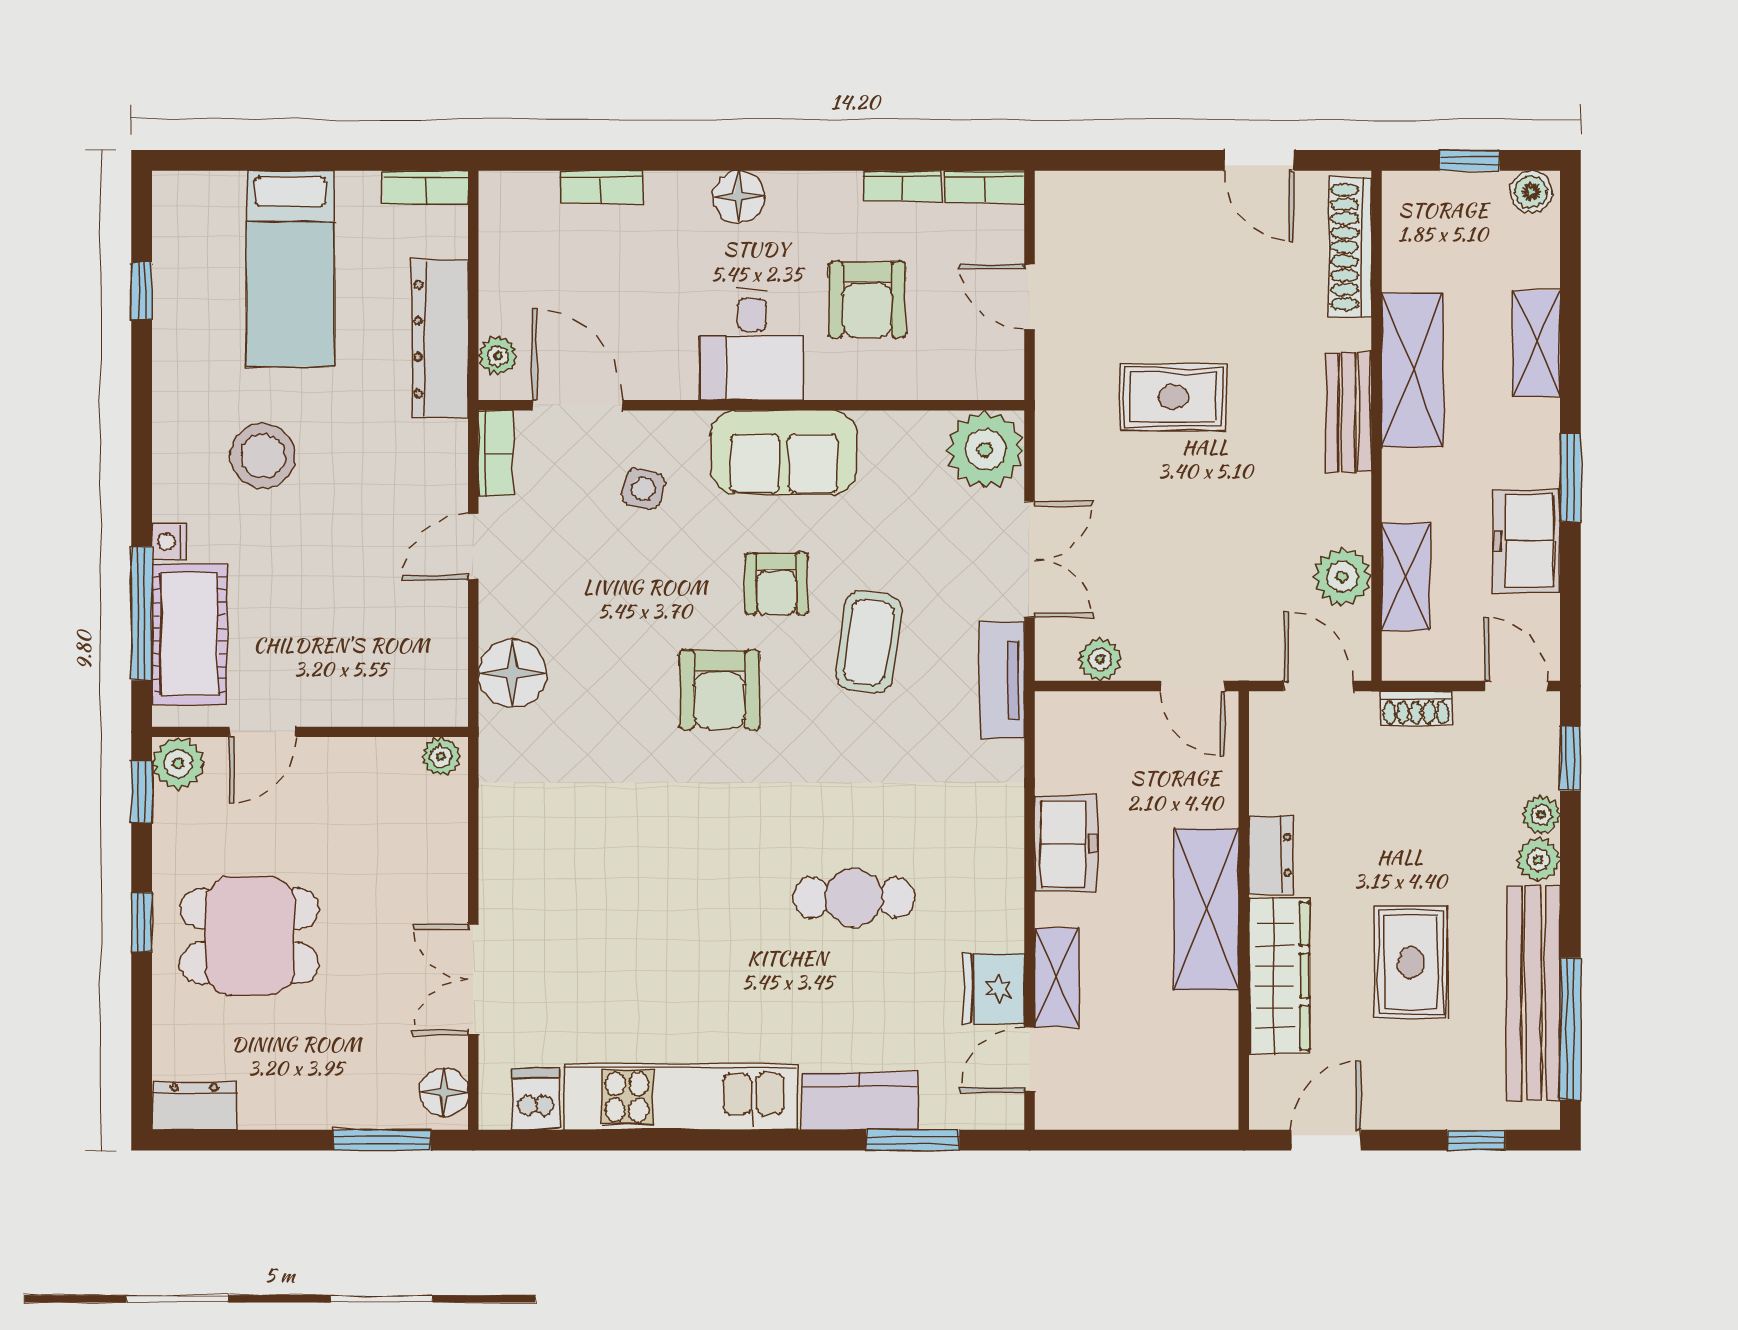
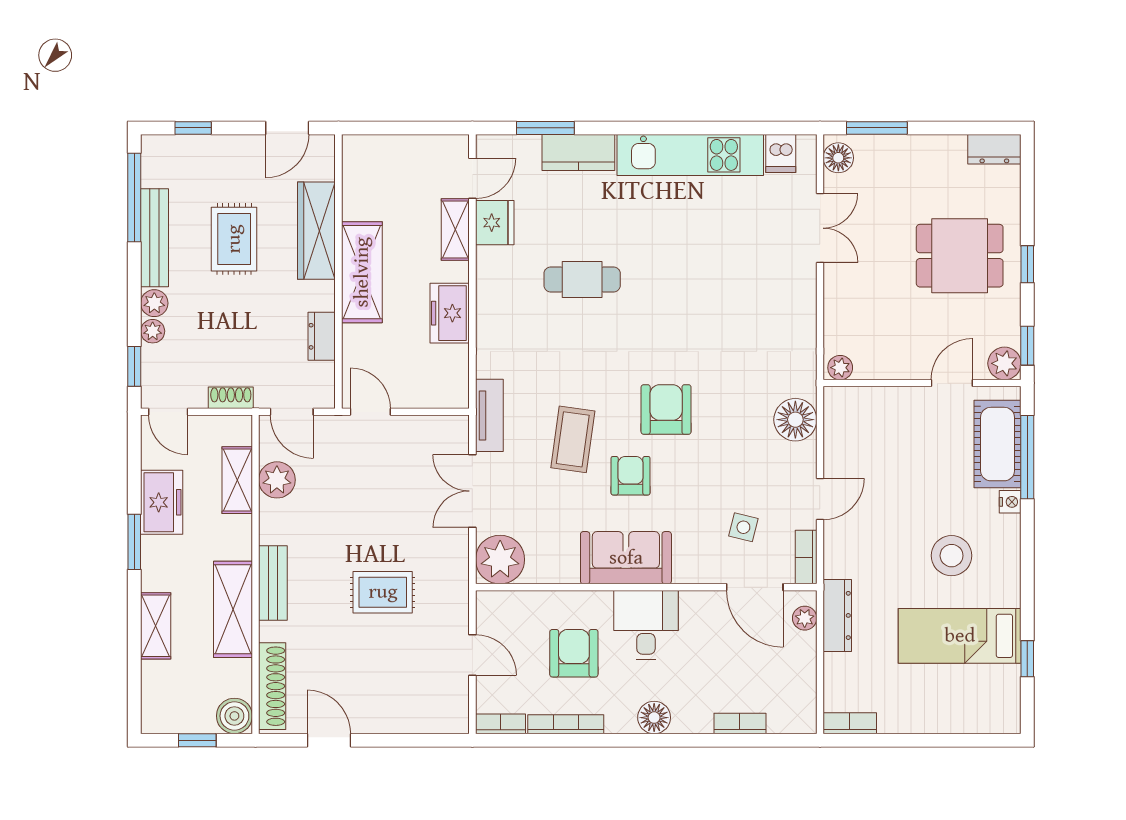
bookcase: (902, 186) -> (566, 724), width x1.56
boiler: (1531, 192) -> (234, 716), moved, width x1.36, depth x1.36
bed: (290, 269) -> (960, 636), moved, turned -90
dresser: (440, 339) -> (837, 615), width x0.73, depth x0.80
side table: (643, 489) -> (743, 527), moved
plant: (1100, 659) -> (428, 428), removed
dresser: (1271, 855) -> (322, 336), moved
bench: (1533, 993) -> (154, 238), width x0.73, depth x0.82

